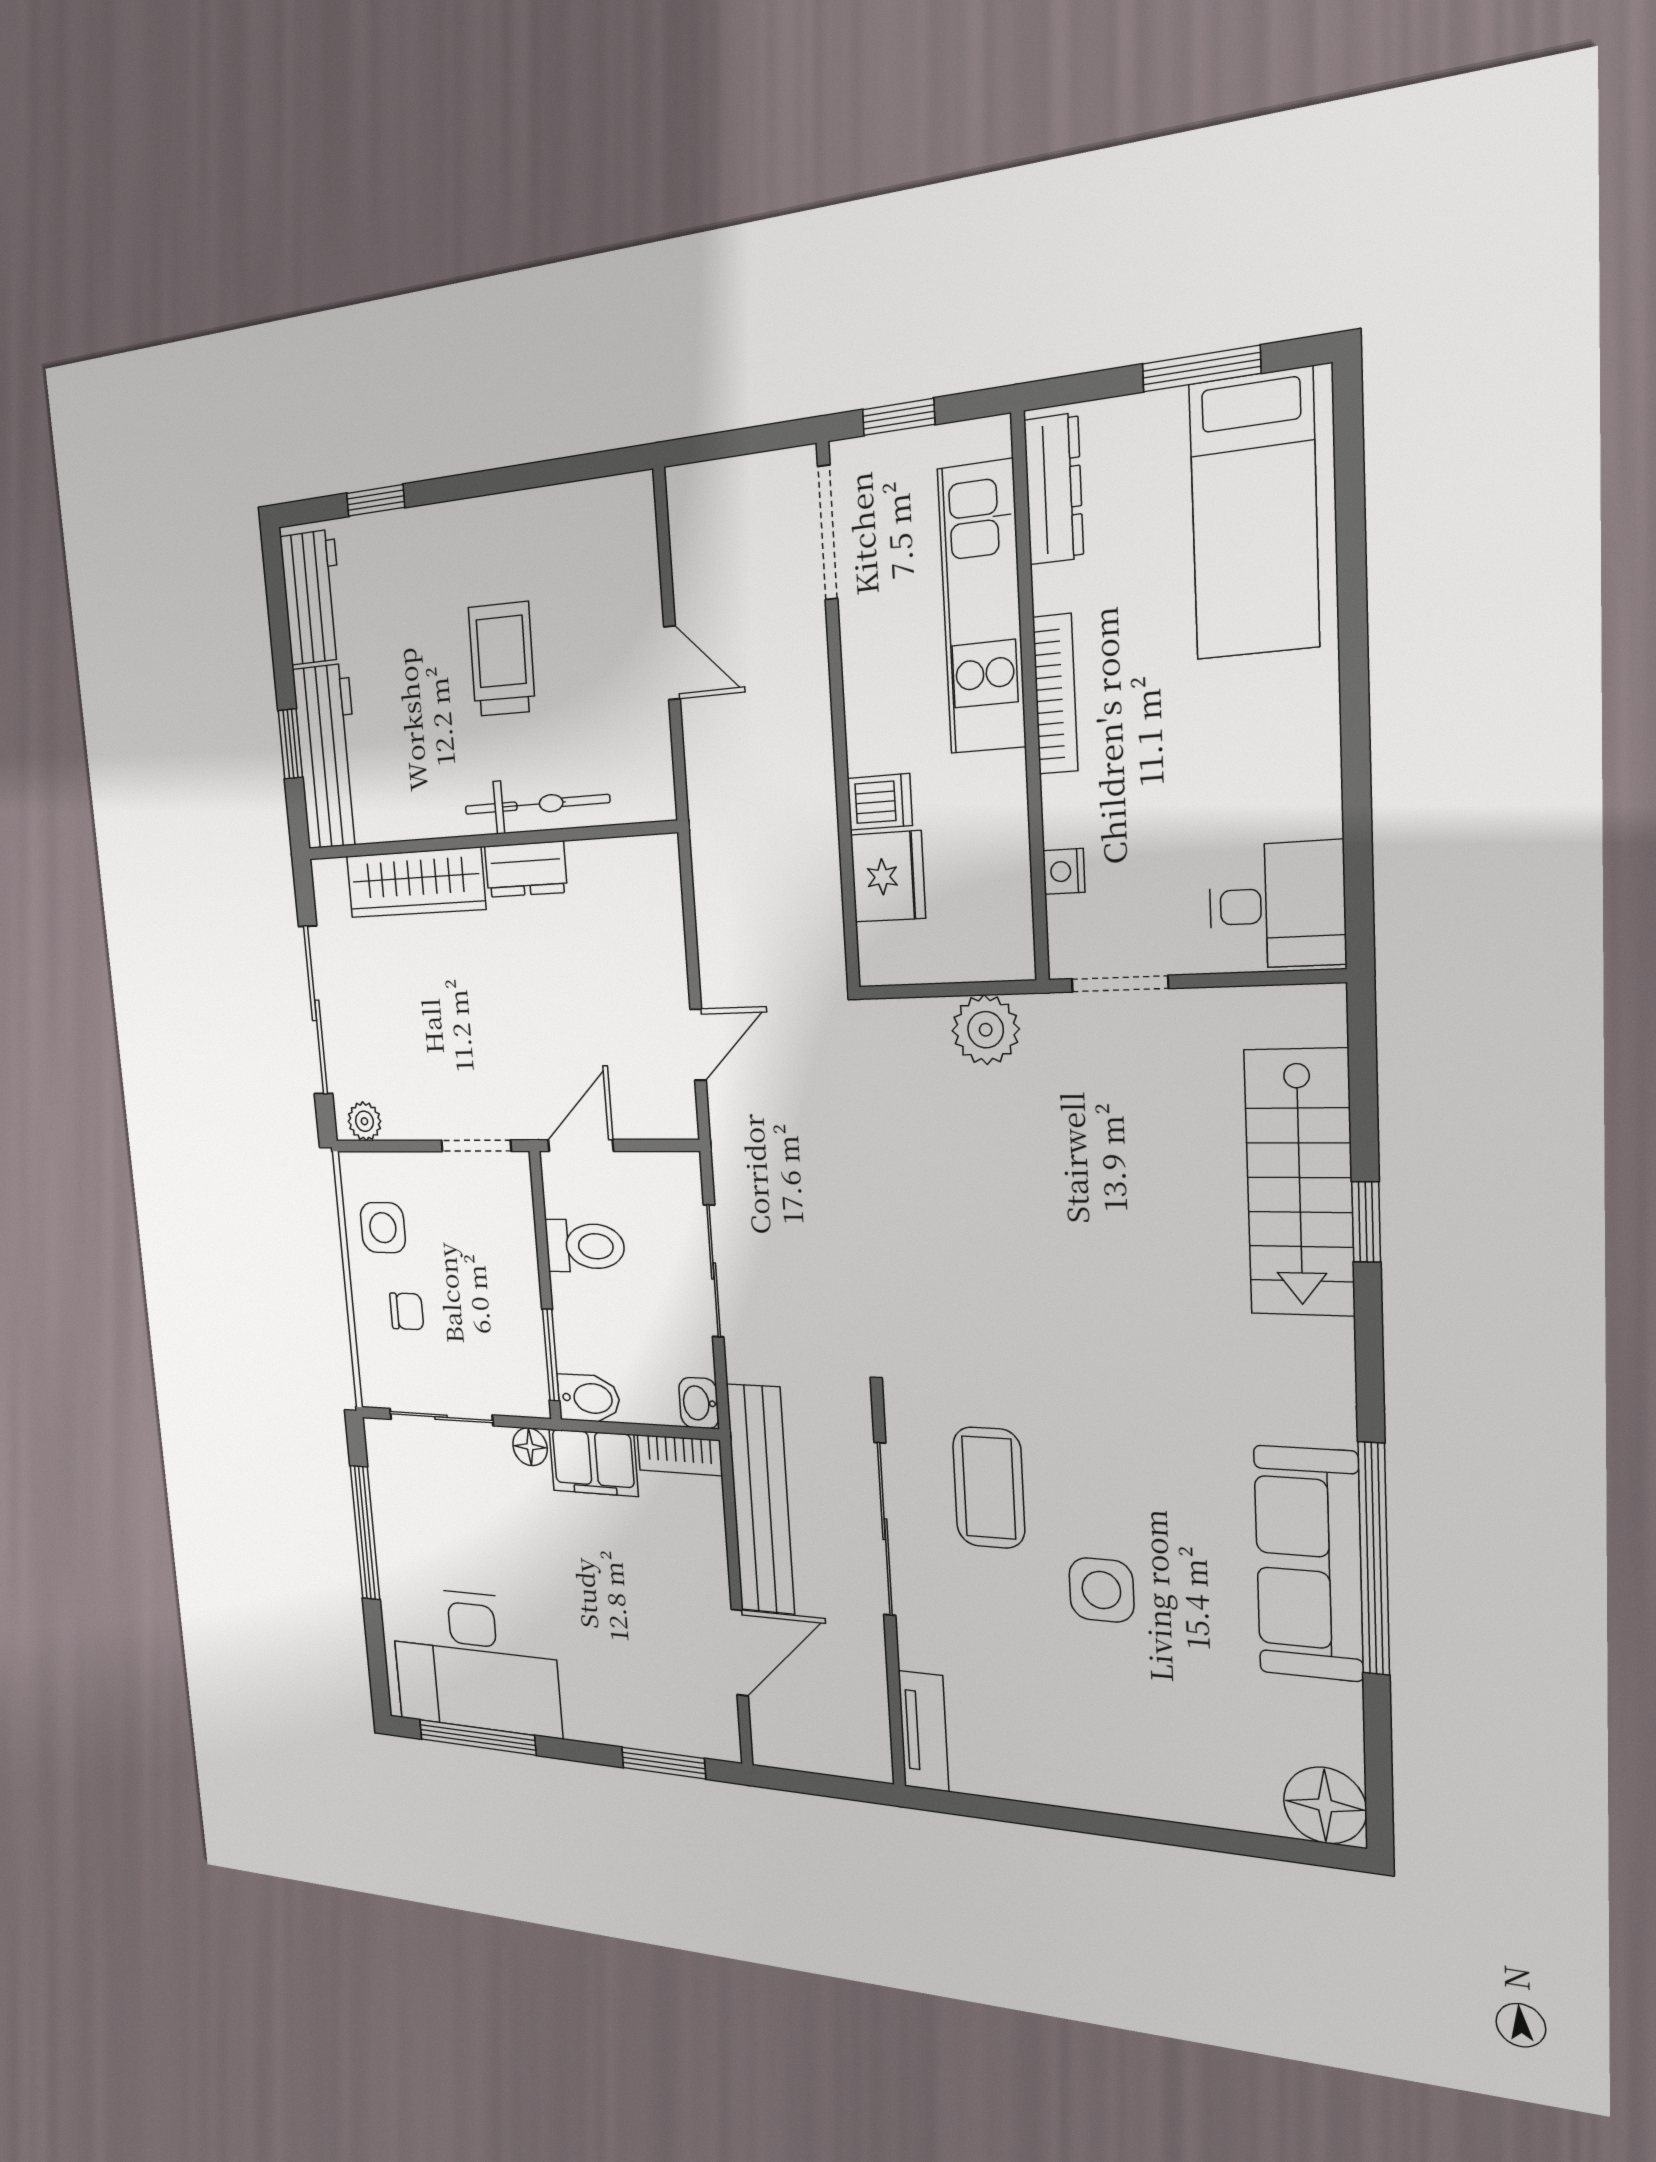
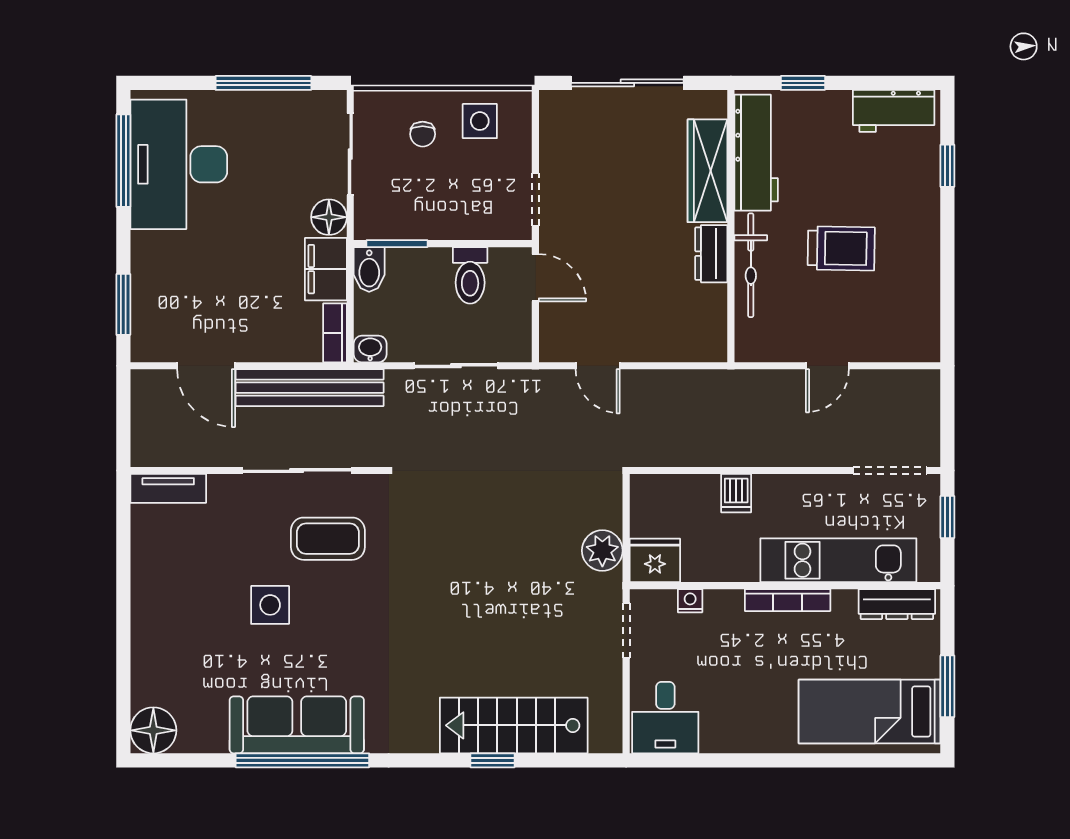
workbench: (328, 757) -> (756, 153), moved, turned -90
fridge: (888, 877) -> (655, 560), moved, turned 180
plant: (364, 1121) -> (552, 114), removed
floor lamp: (530, 1447) -> (329, 217), width x1.37, depth x1.37

